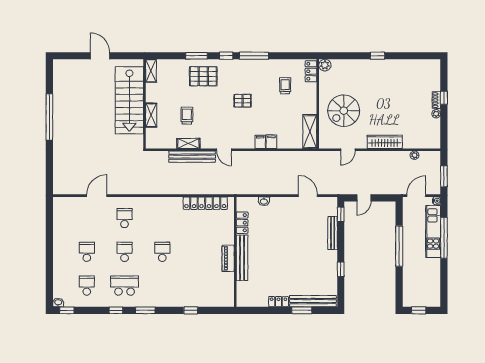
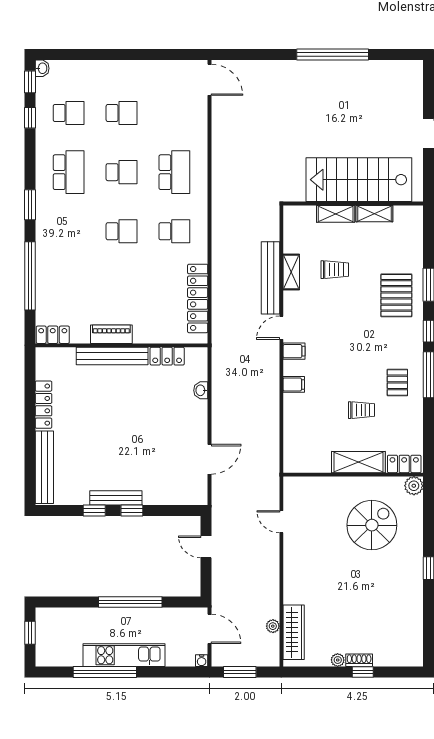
shelving: (151, 71) -> (374, 214), moved
trolley: (285, 86) -> (361, 410), moved
pallet: (243, 101) -> (397, 382), moved
spiral stairs: (344, 111) -> (372, 525), moved, turned 90
shelving: (310, 132) -> (358, 462), moved
filing cabinet: (271, 142) -> (294, 351), moved
wardrobe: (385, 142) -> (294, 632), moved
door: (97, 196) -> (209, 80), moved
window: (341, 214) -> (132, 511), moved
school desk: (125, 218) -> (174, 172), width x1.85
school desk: (162, 218) -> (174, 231), added
kitchen unit: (433, 232) -> (124, 655), moved
bench: (333, 233) -> (116, 498), moved
window: (444, 238) -> (105, 672), moved
locker: (228, 296) -> (53, 335), added
locker: (278, 302) -> (44, 405), width x1.53
window: (116, 310) -> (30, 118), moved
window: (191, 310) -> (30, 276), width x3.17
window: (302, 310) -> (30, 450), removed

